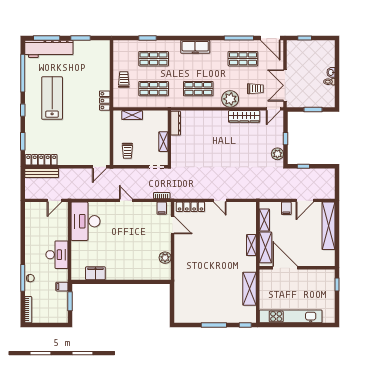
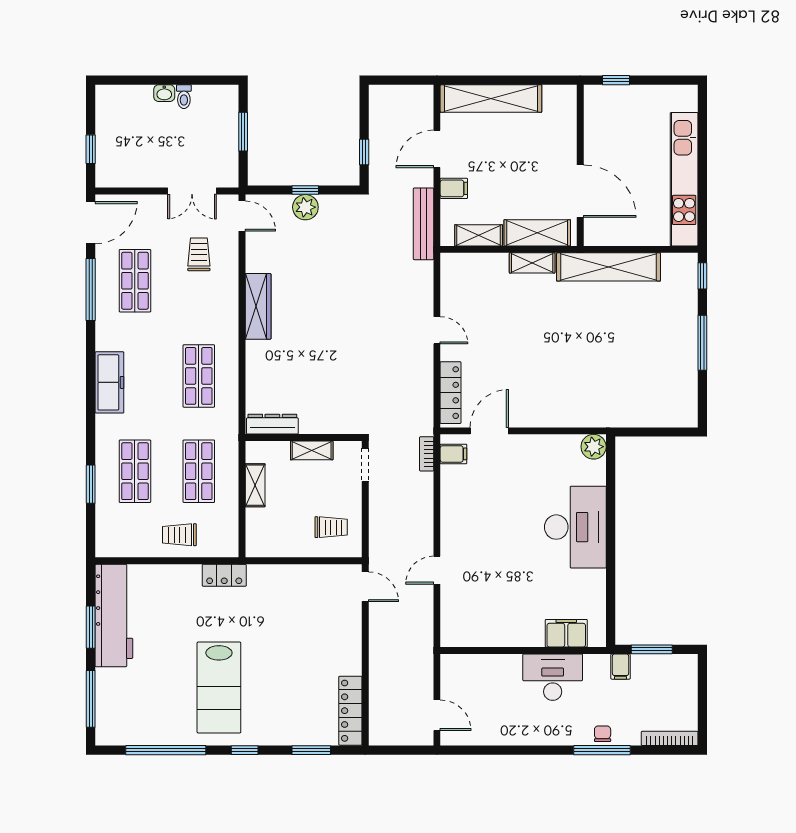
workbench: (49, 49) -> (114, 615), moved
double door: (285, 85) -> (192, 191), width x0.73
lab bench: (52, 98) -> (219, 688), turned -90
plant: (230, 99) -> (221, 308), removed
shelving: (132, 115) -> (255, 485), moved
wardrobe: (244, 116) -> (258, 306), moved
plant: (277, 154) -> (305, 207), moved
bench: (42, 173) -> (423, 224), moved
door: (54, 200) -> (437, 715), moved
door: (126, 200) -> (437, 570), moved
door: (220, 200) -> (437, 330), hinge flipped
door: (305, 200) -> (437, 149), swing flipped
desk: (85, 221) -> (575, 527), moved, turned -90
plant: (165, 258) -> (594, 447), moved
door: (285, 268) -> (580, 191), swing flipped
filing cabinet: (95, 273) -> (566, 633), moved, turned 90
shelving: (249, 289) -> (608, 267), width x1.47

